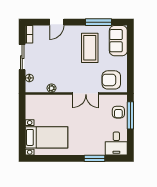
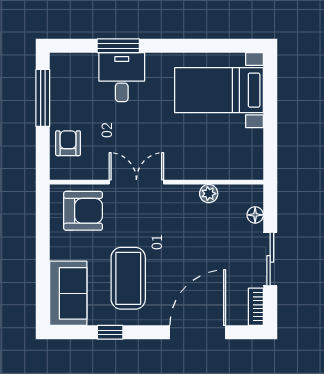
door: (57, 22) -> (198, 332), width x1.88
window: (98, 22) -> (110, 332), width x0.46
window: (130, 115) -> (43, 98), moved
desk: (116, 144) -> (122, 77), moved

